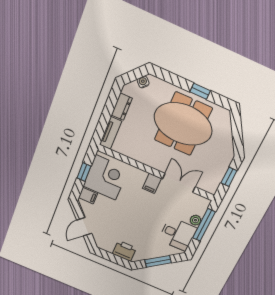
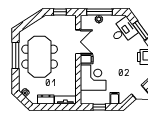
window: (200, 91) -> (16, 55), width x2.17
corner desk: (106, 178) -> (93, 78), moved, turned 90
double door: (179, 183) -> (78, 42), swing flipped
desk: (178, 234) -> (123, 31), moved, turned 54

